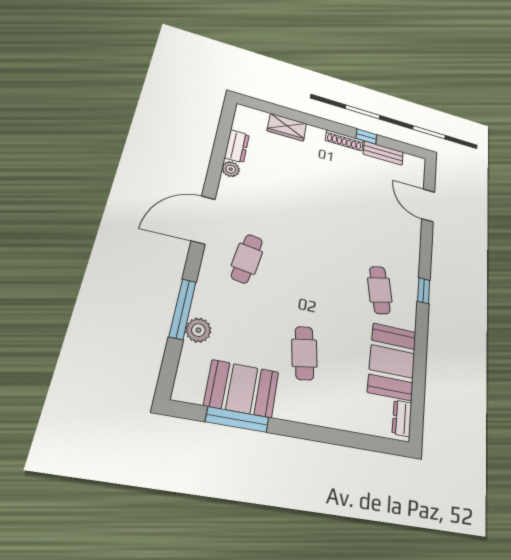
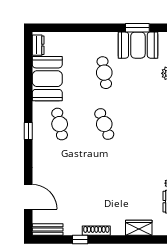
bench: (383, 153) -> (48, 230), moved
cafe table: (247, 259) -> (104, 124), moved, turned -30
window: (237, 420) -> (137, 28), width x0.69

